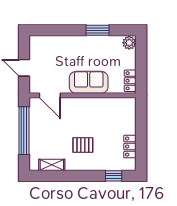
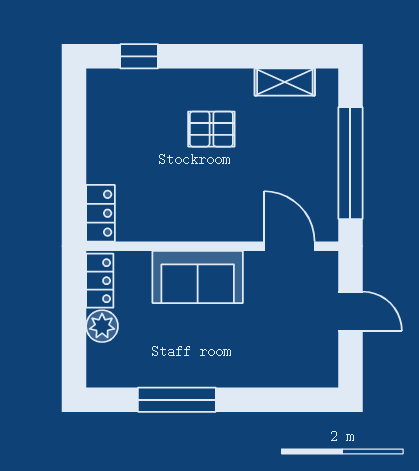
window: (97, 30) -> (177, 400), width x1.44
plant: (129, 43) -> (102, 326), moved
locker: (130, 147) -> (100, 213), moved

